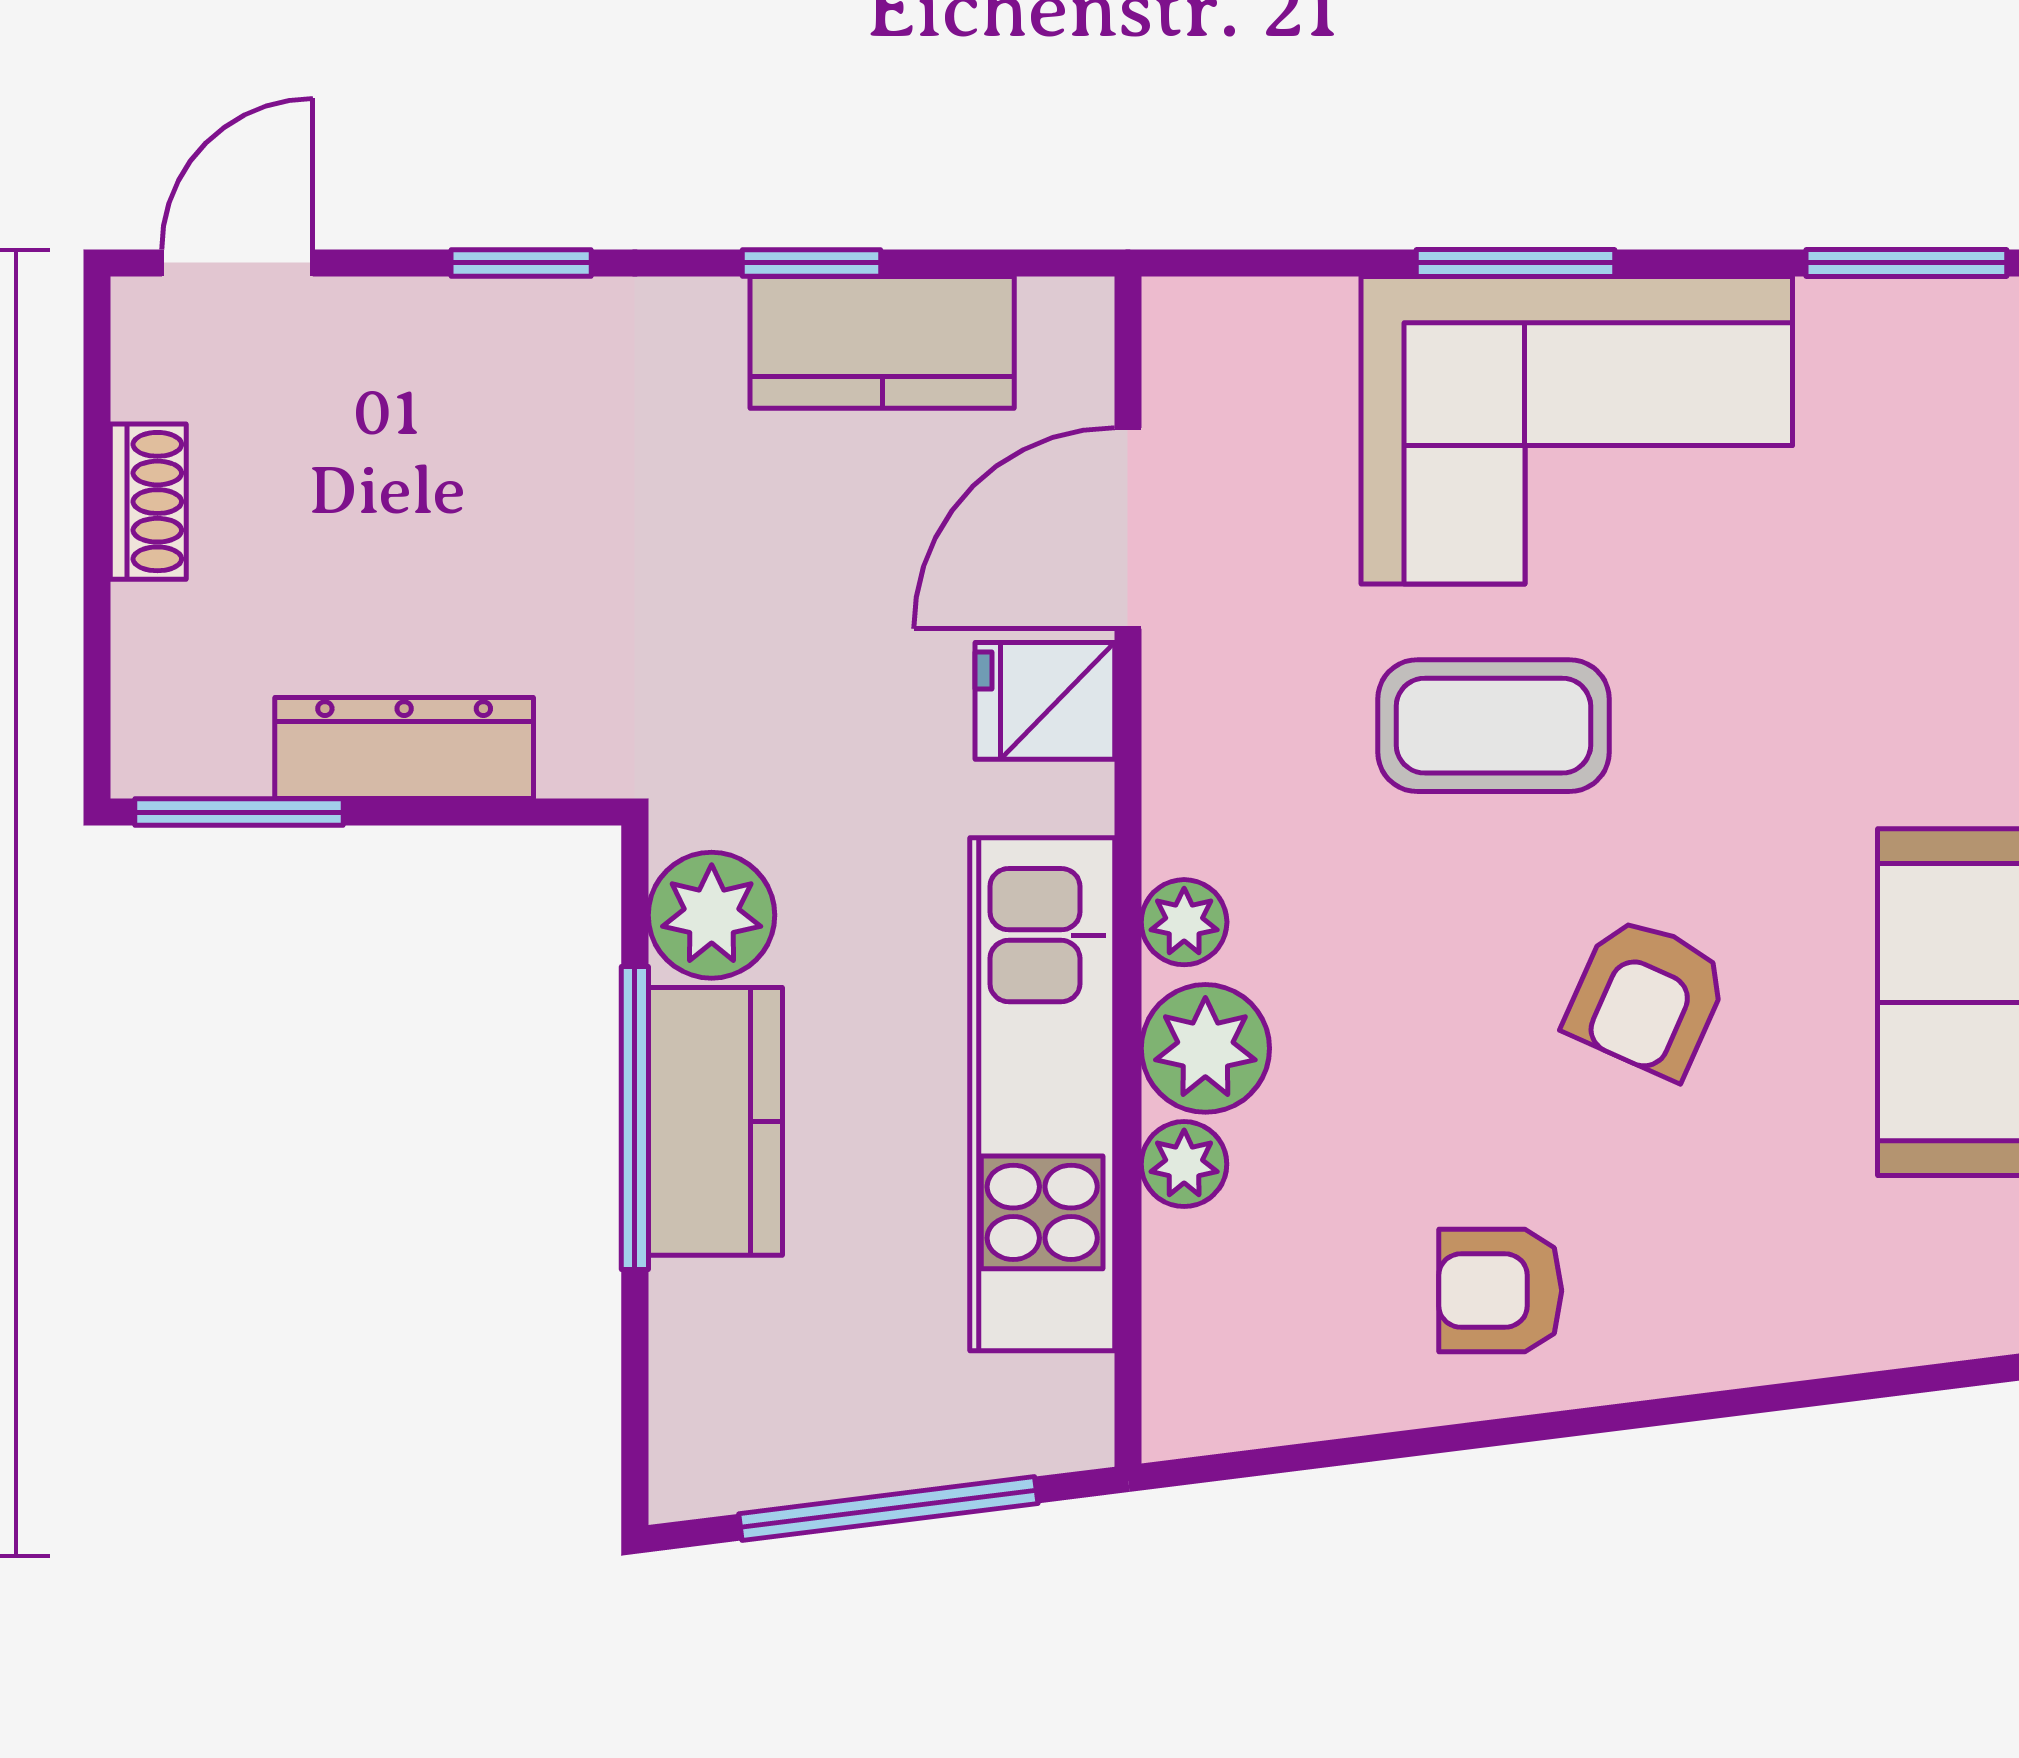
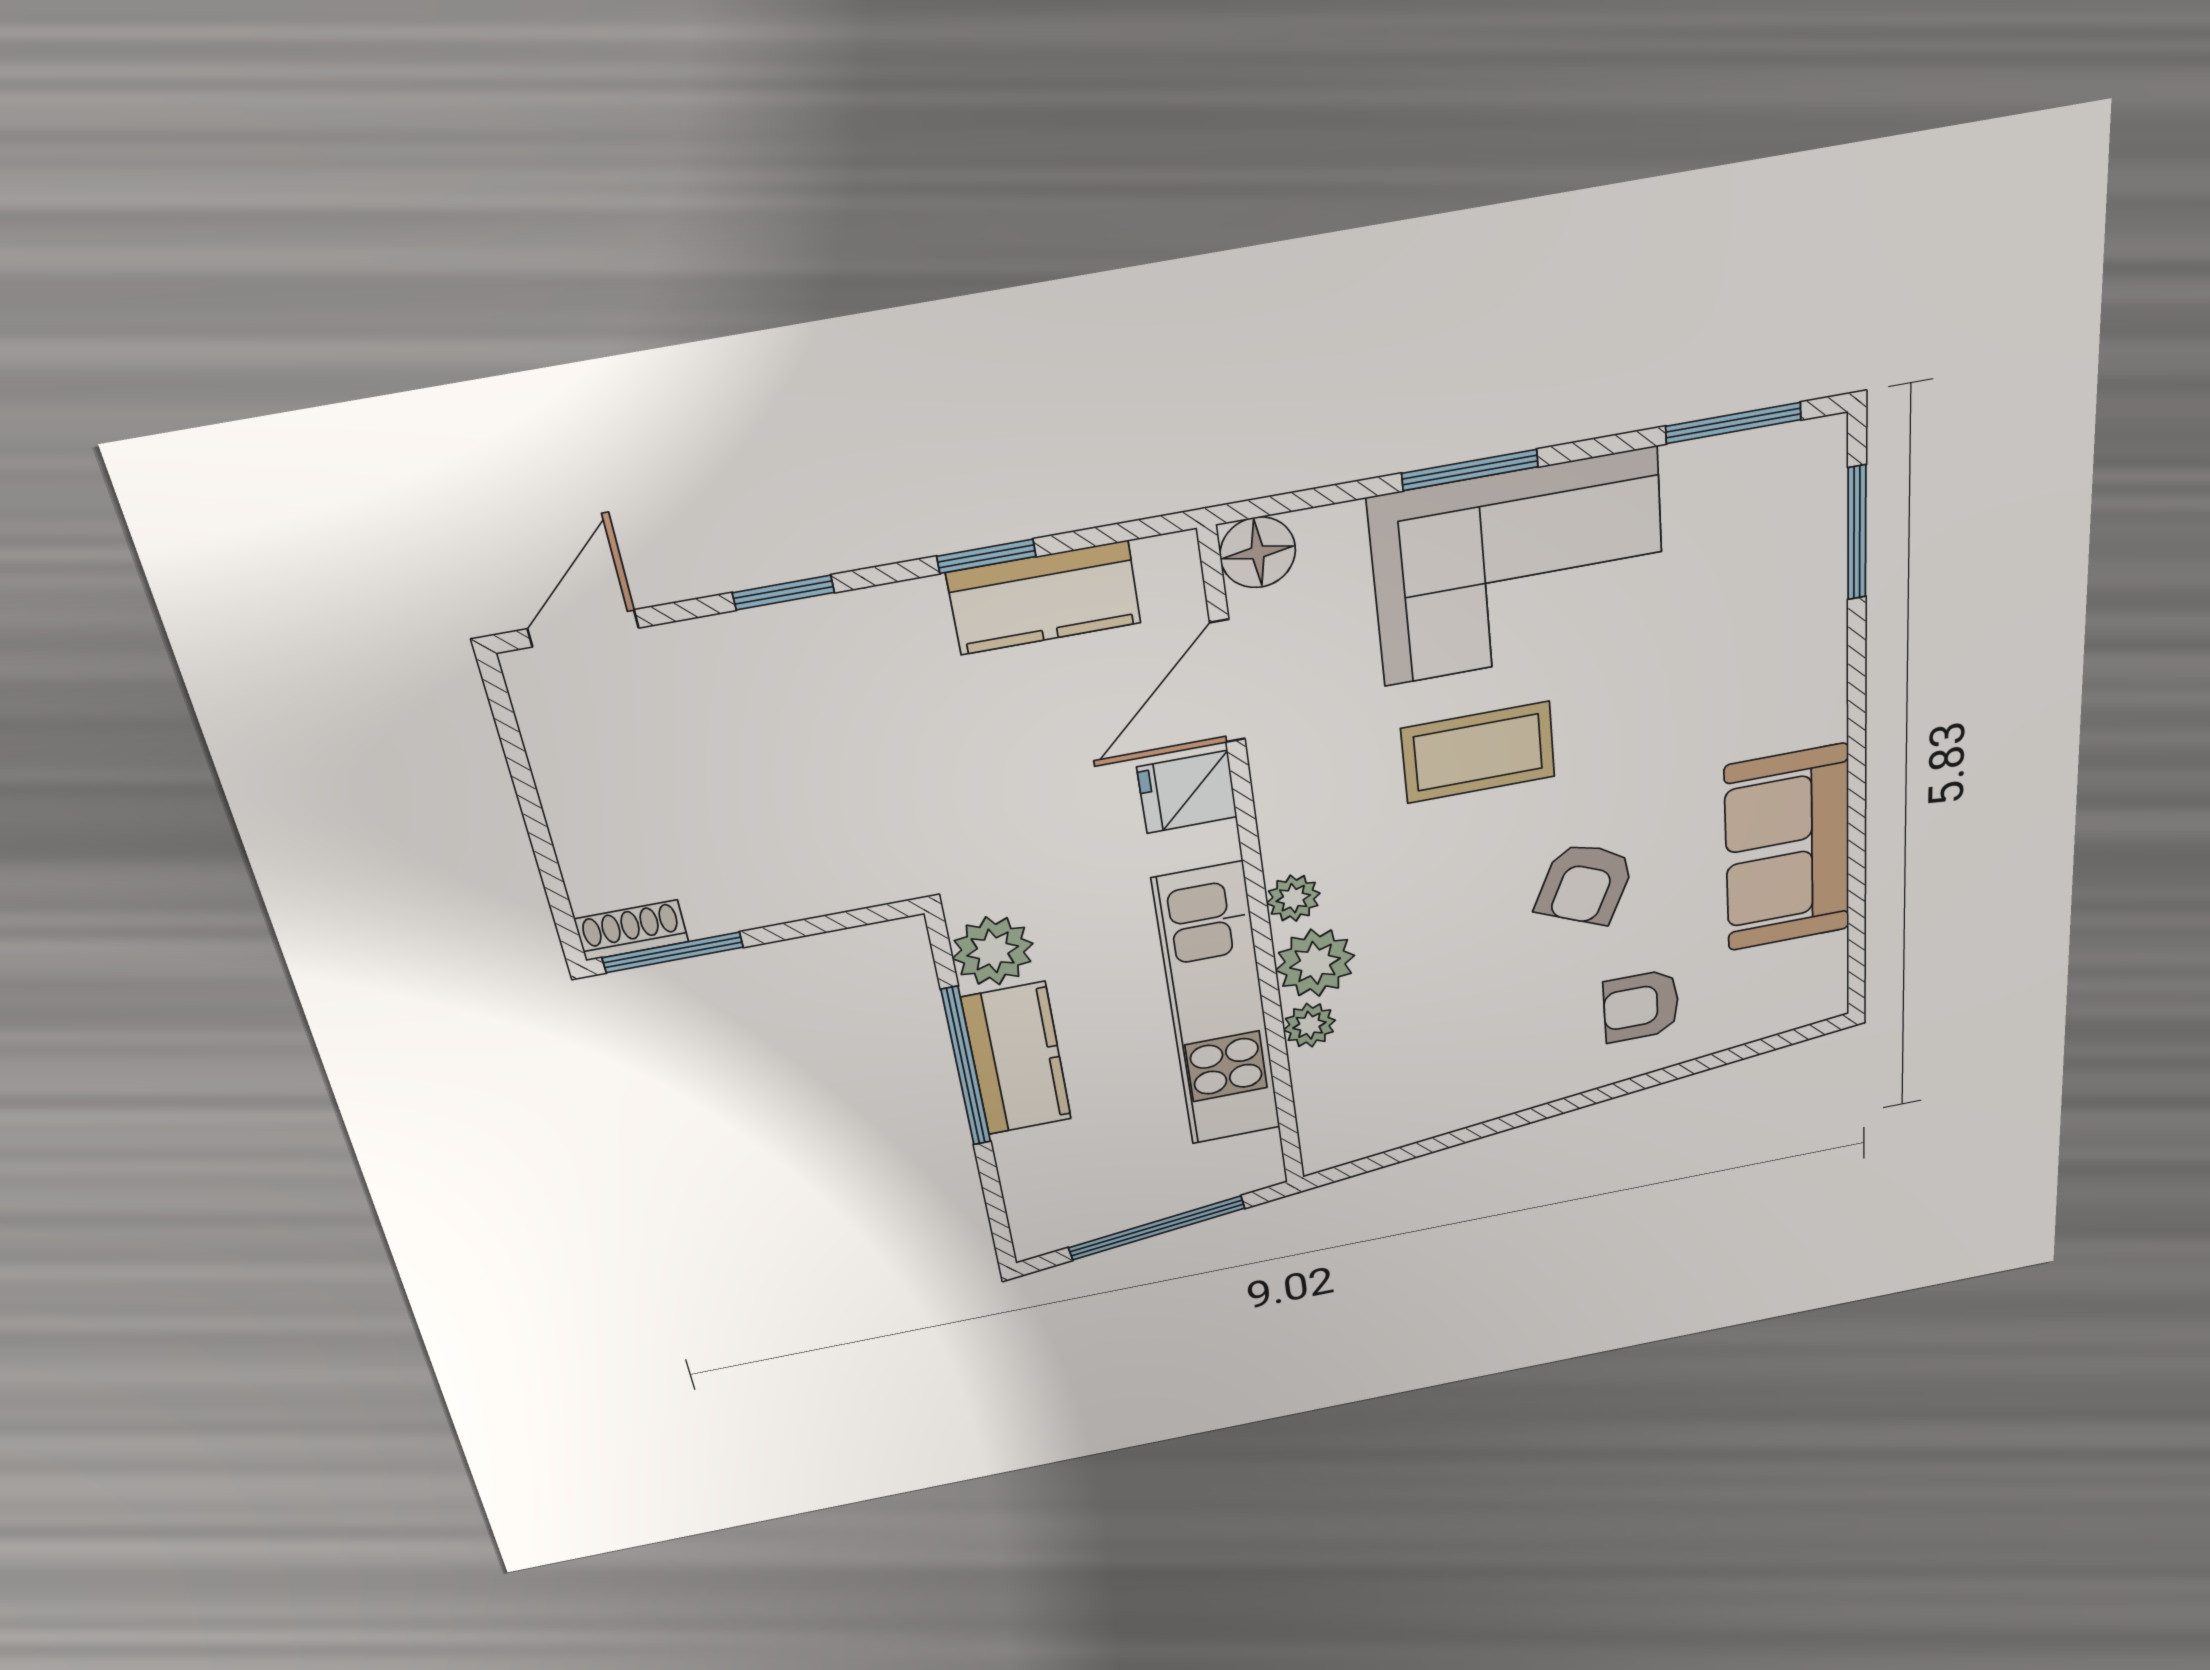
floor lamp: (1197, 332) -> (1258, 552), added
shoe rack: (148, 502) -> (631, 930), moved, turned -90
dresser: (404, 748) -> (772, 897), removed
armchair: (1500, 1291) -> (1641, 1006), moved

